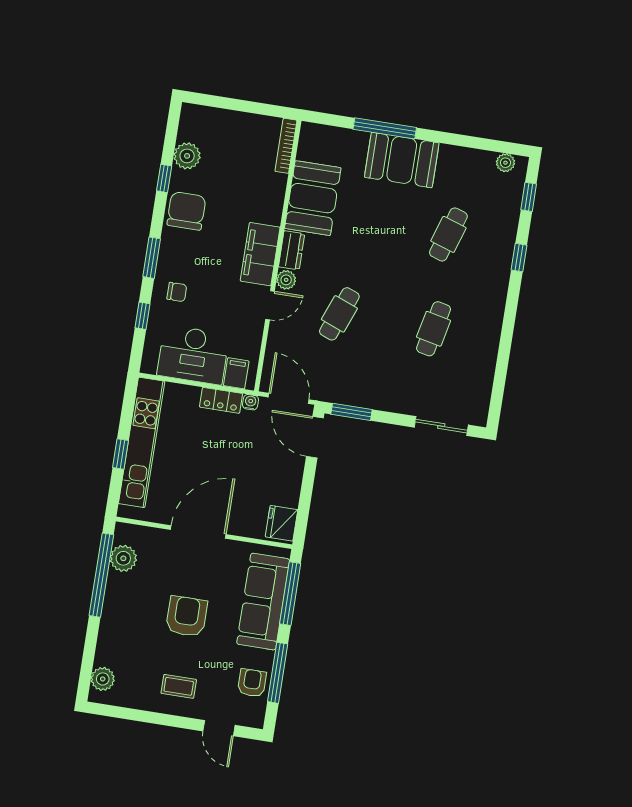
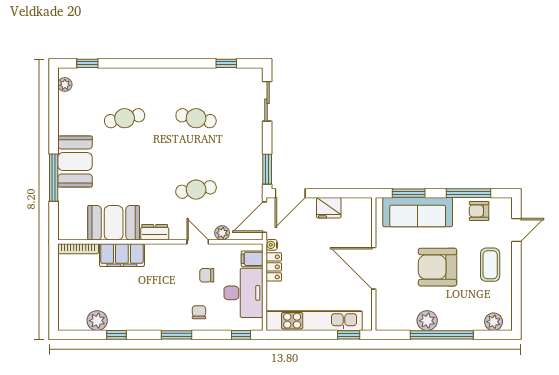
chair: (186, 211) -> (207, 275), moved, width x0.54, depth x0.54
cafe table: (448, 234) -> (125, 118), turned -30
filing cabinet: (260, 254) -> (122, 255), moved
window: (519, 258) -> (226, 63), moved
plant: (286, 280) -> (222, 233), moved
cafe table: (339, 314) -> (196, 190), turned -30
window: (142, 316) -> (241, 335), moved
window: (121, 454) -> (349, 335), moved
fridge: (281, 523) -> (329, 208), moved
plant: (123, 558) -> (427, 321), moved
window: (101, 575) -> (442, 335), moved
window: (290, 594) -> (409, 193), width x0.69
armchair: (187, 616) -> (438, 267), width x1.36, depth x1.36
coffee table: (179, 686) -> (490, 265), width x1.36, depth x1.30

